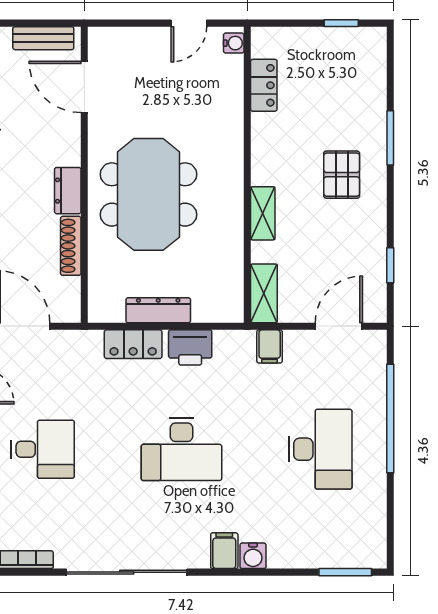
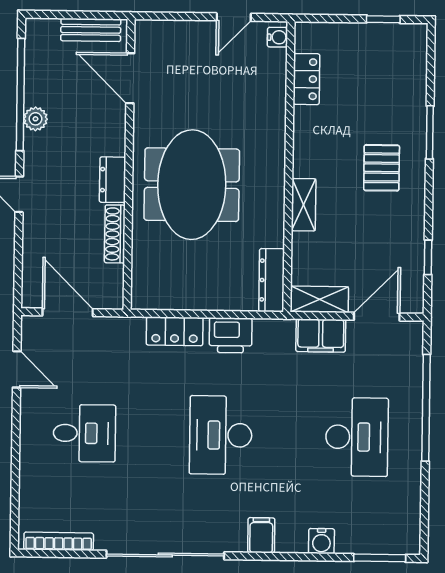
shelving: (264, 293) -> (319, 299), moved, turned 90
dresser: (158, 310) -> (272, 280), moved, turned -90
filing cabinet: (270, 346) -> (321, 336), width x2.00
desk: (181, 449) -> (221, 435), turned 90
water cooler: (253, 556) -> (321, 541), moved

